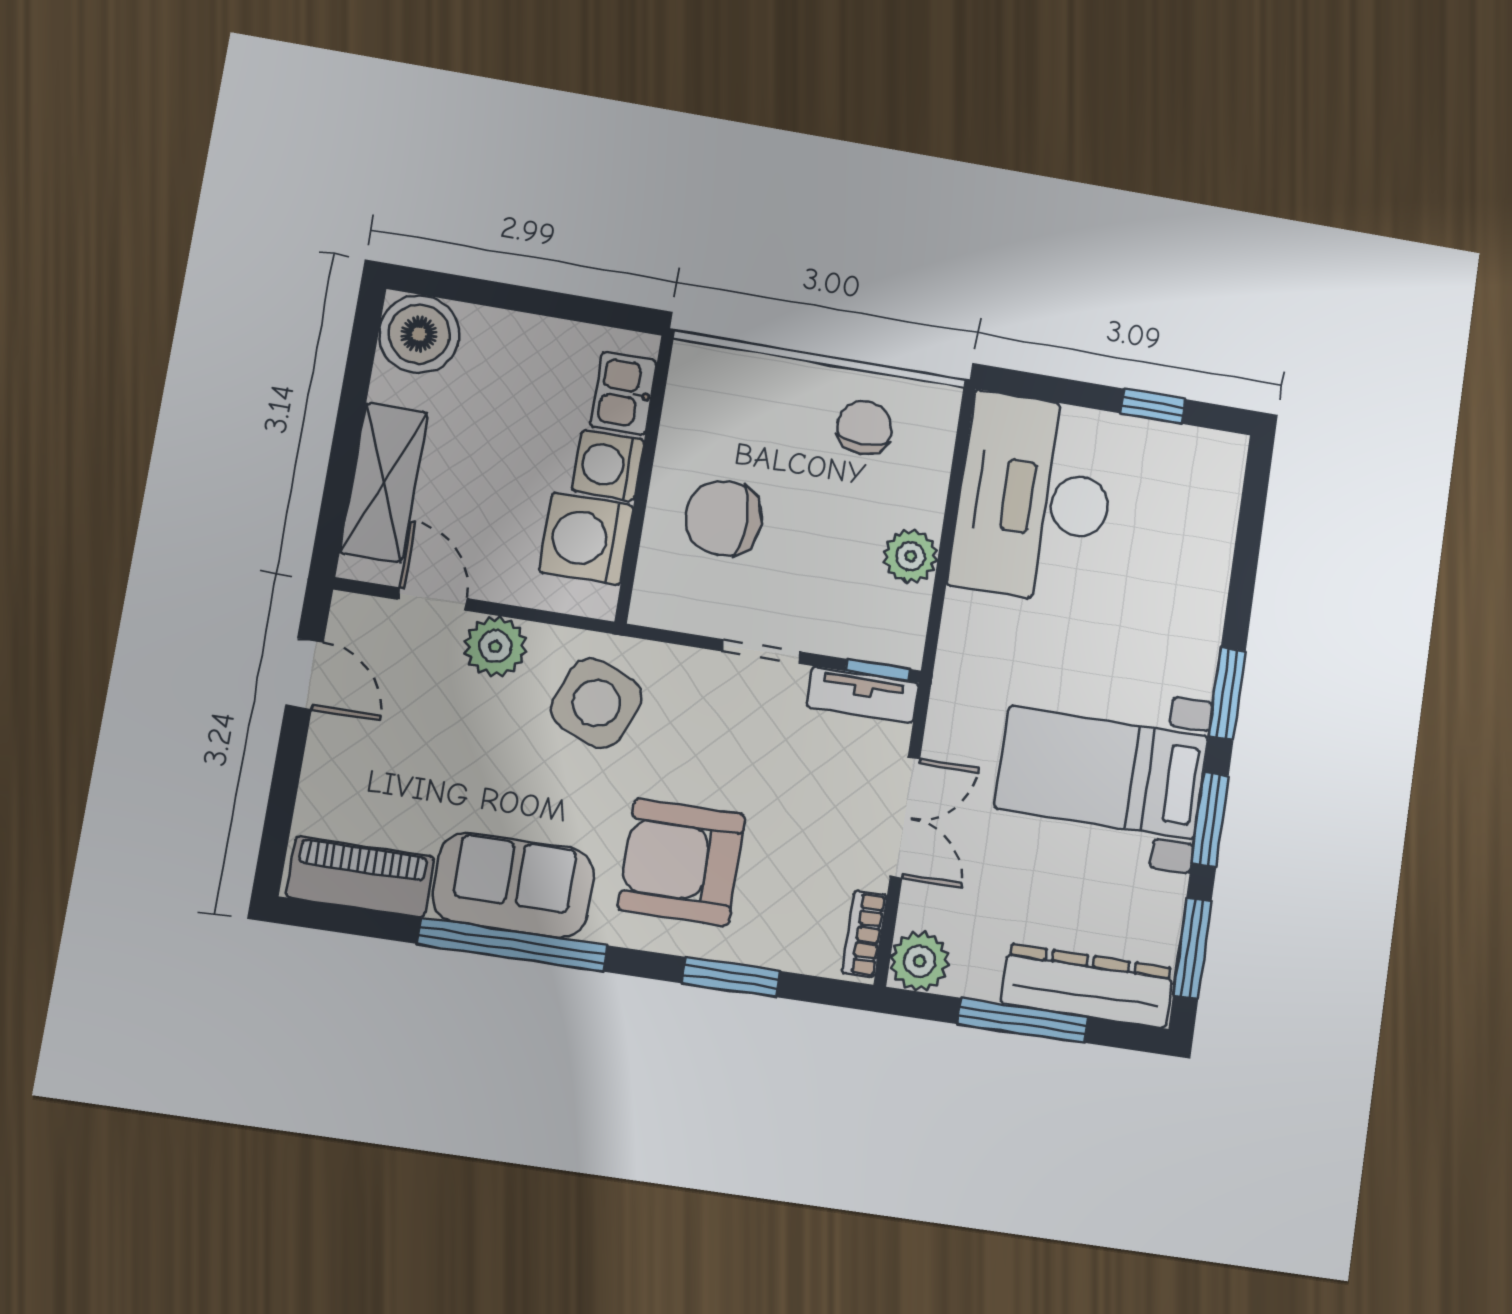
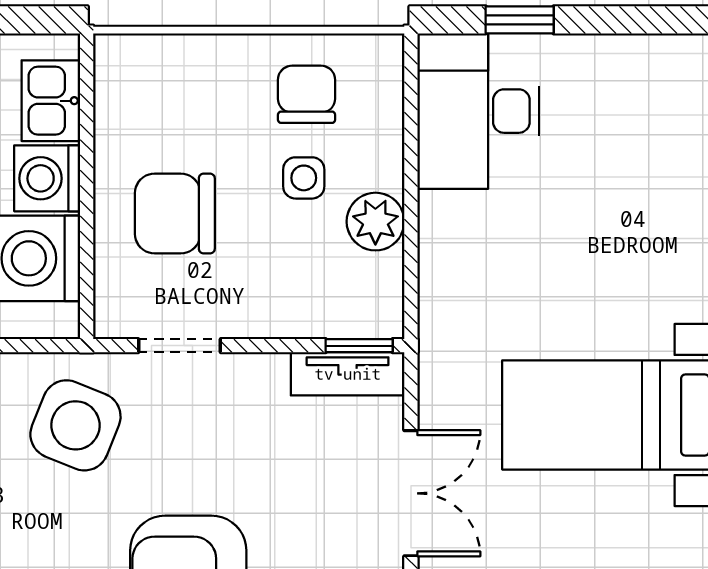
window: (1153, 406) -> (520, 20), moved
desk: (1034, 499) -> (478, 111), width x0.73, depth x0.77
side table: (850, 505) -> (304, 178), added
doorway: (761, 651) -> (180, 346), moved

